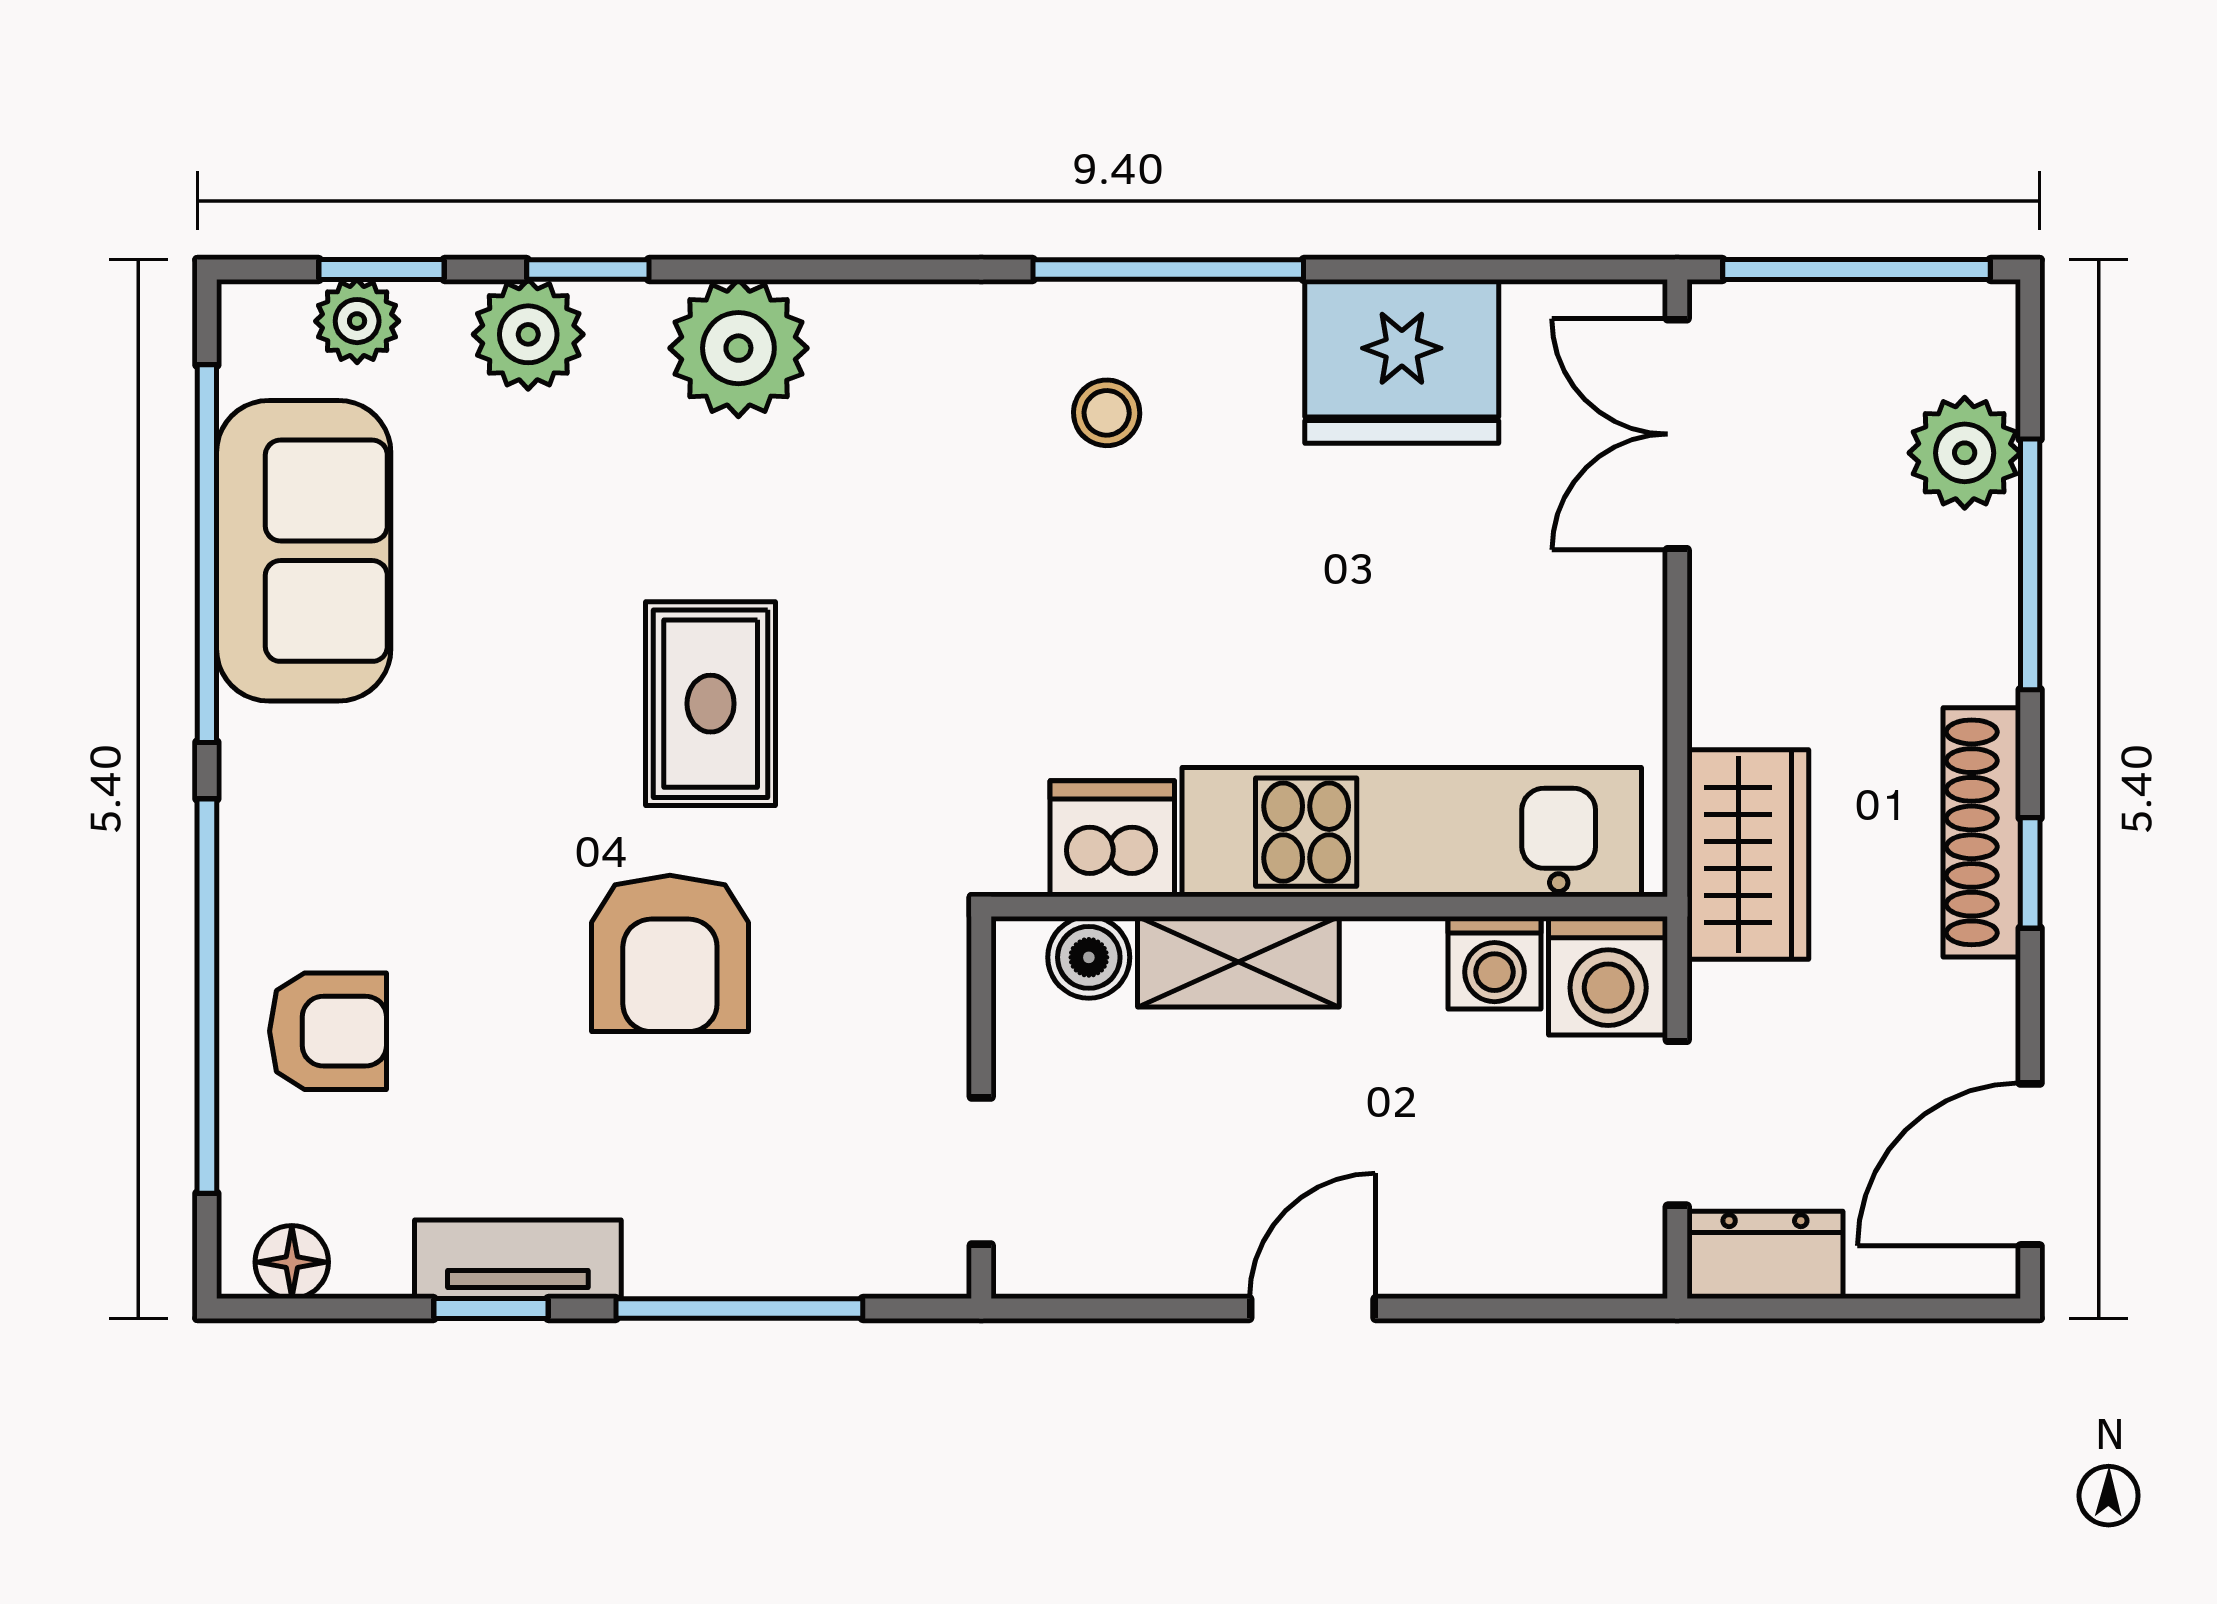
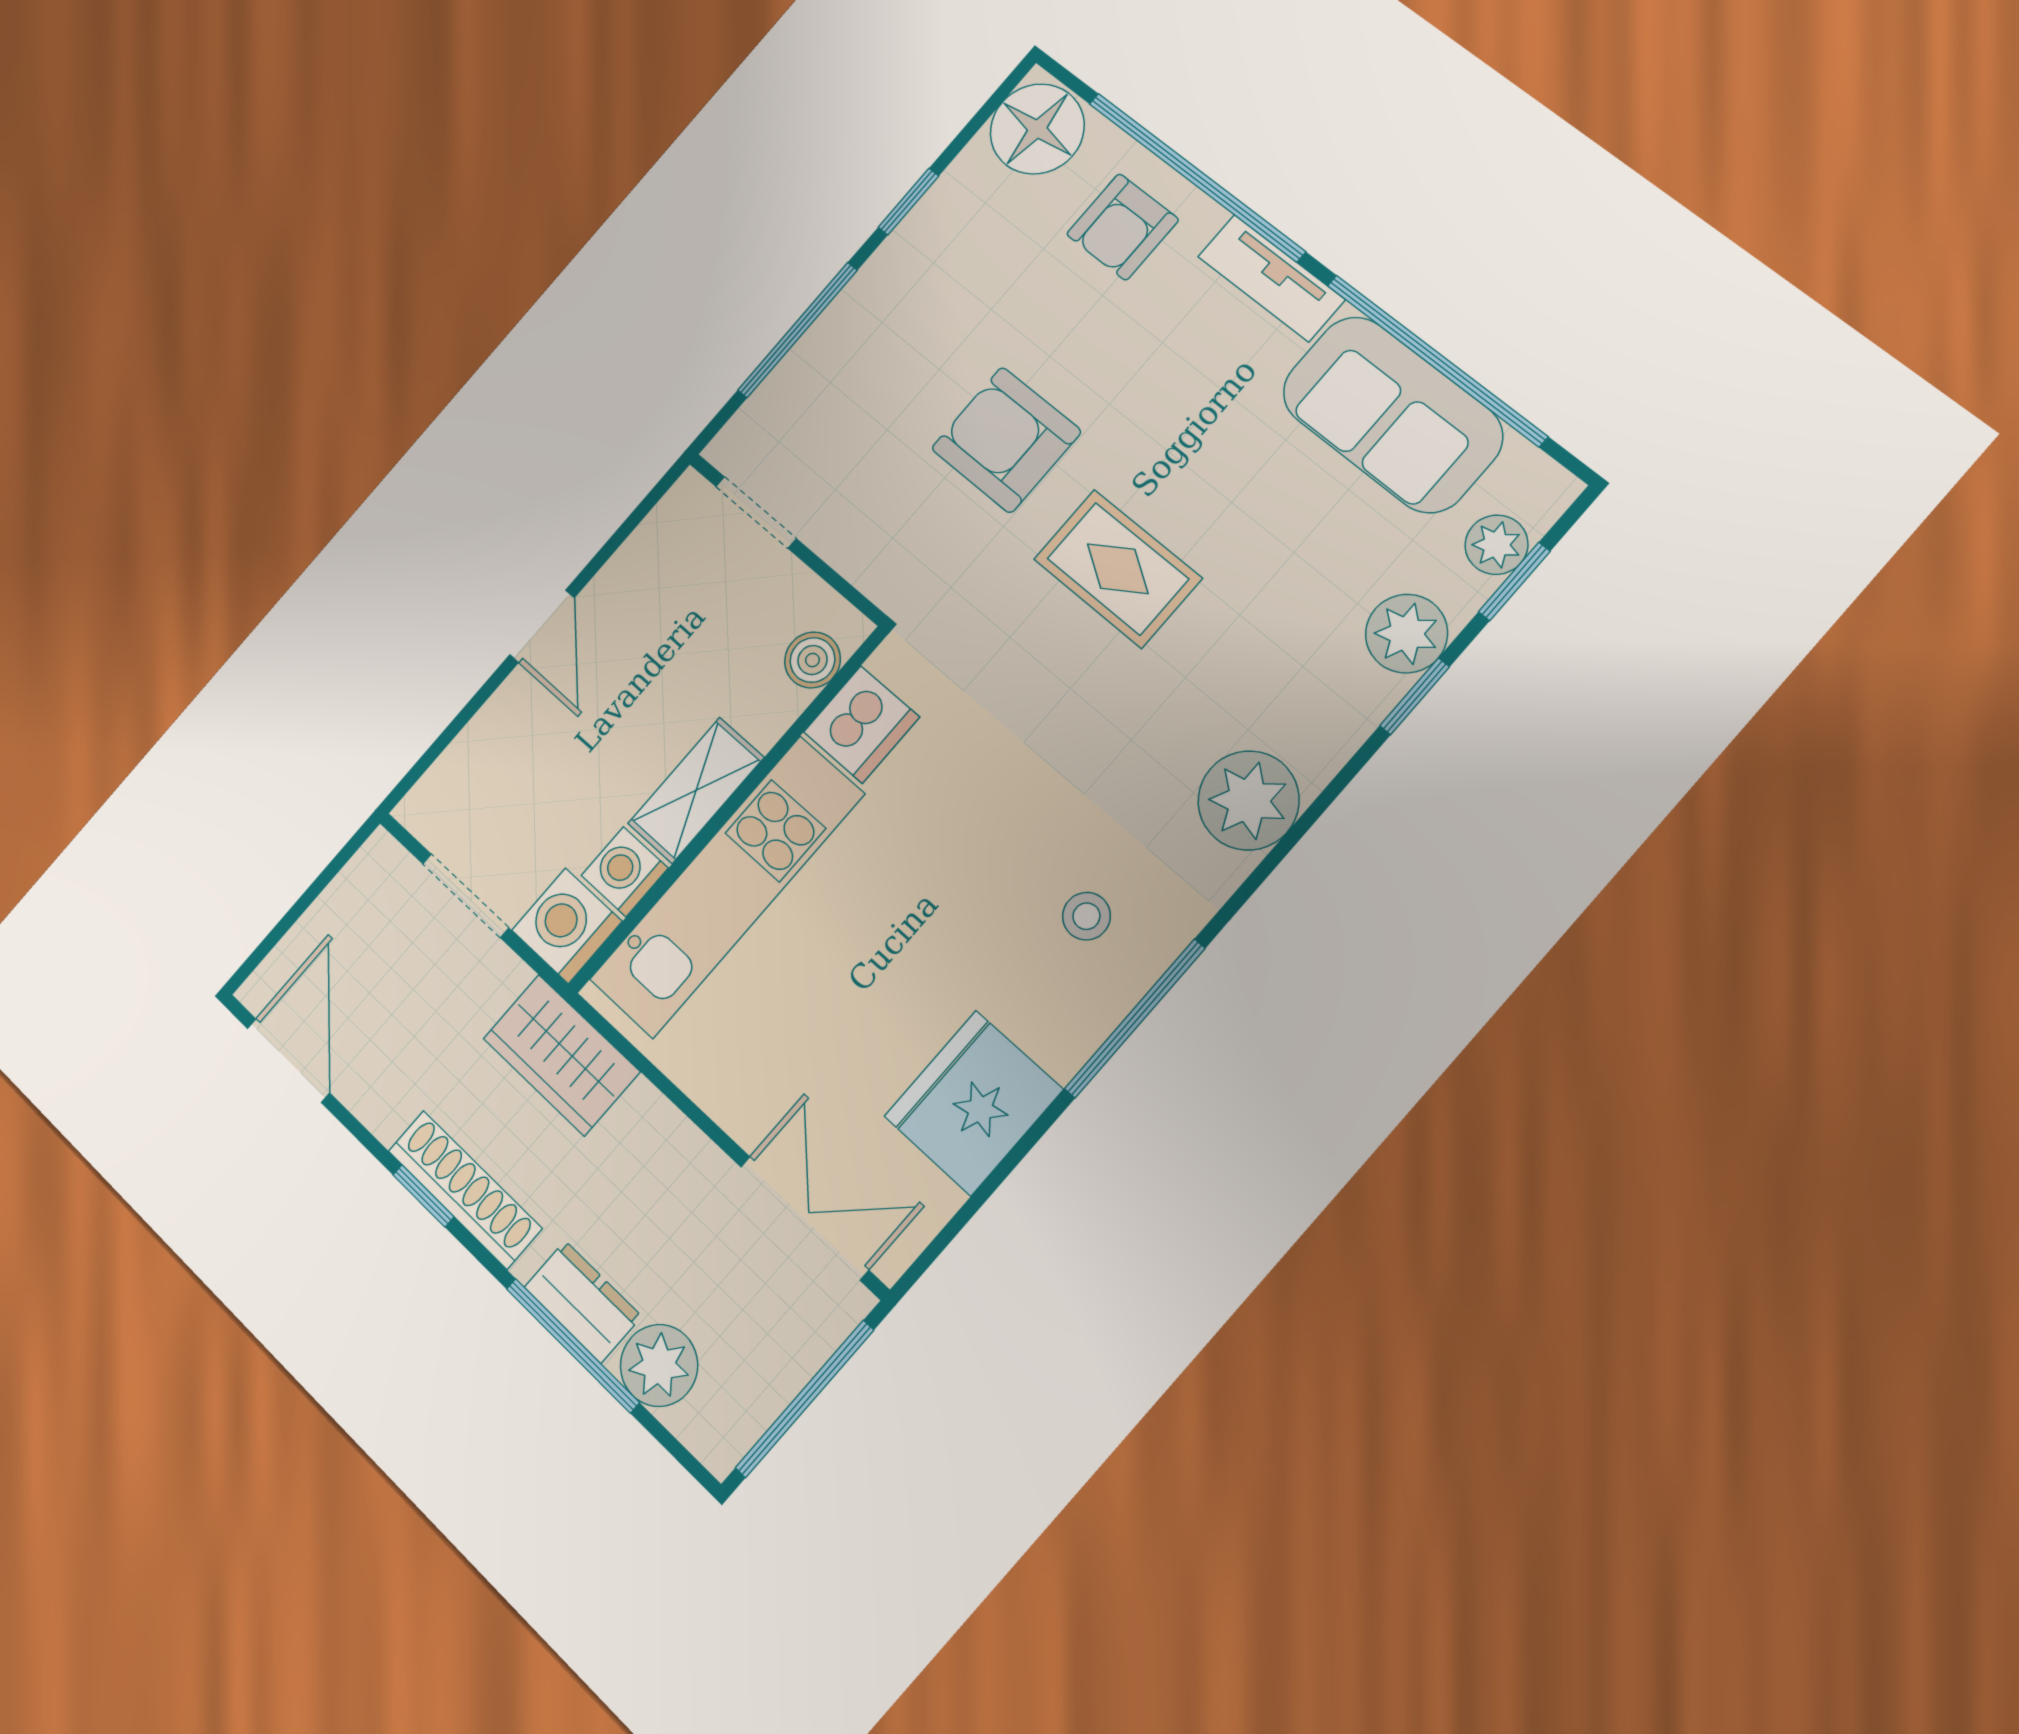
plant: (738, 348) -> (1249, 800), moved
shelving: (1238, 962) -> (696, 790), moved
dresser: (1765, 1255) -> (583, 1302), moved, turned -90
tv unit: (518, 1259) -> (1271, 278), moved, turned 90
floor lamp: (292, 1262) -> (1037, 129), width x1.89, depth x1.89

